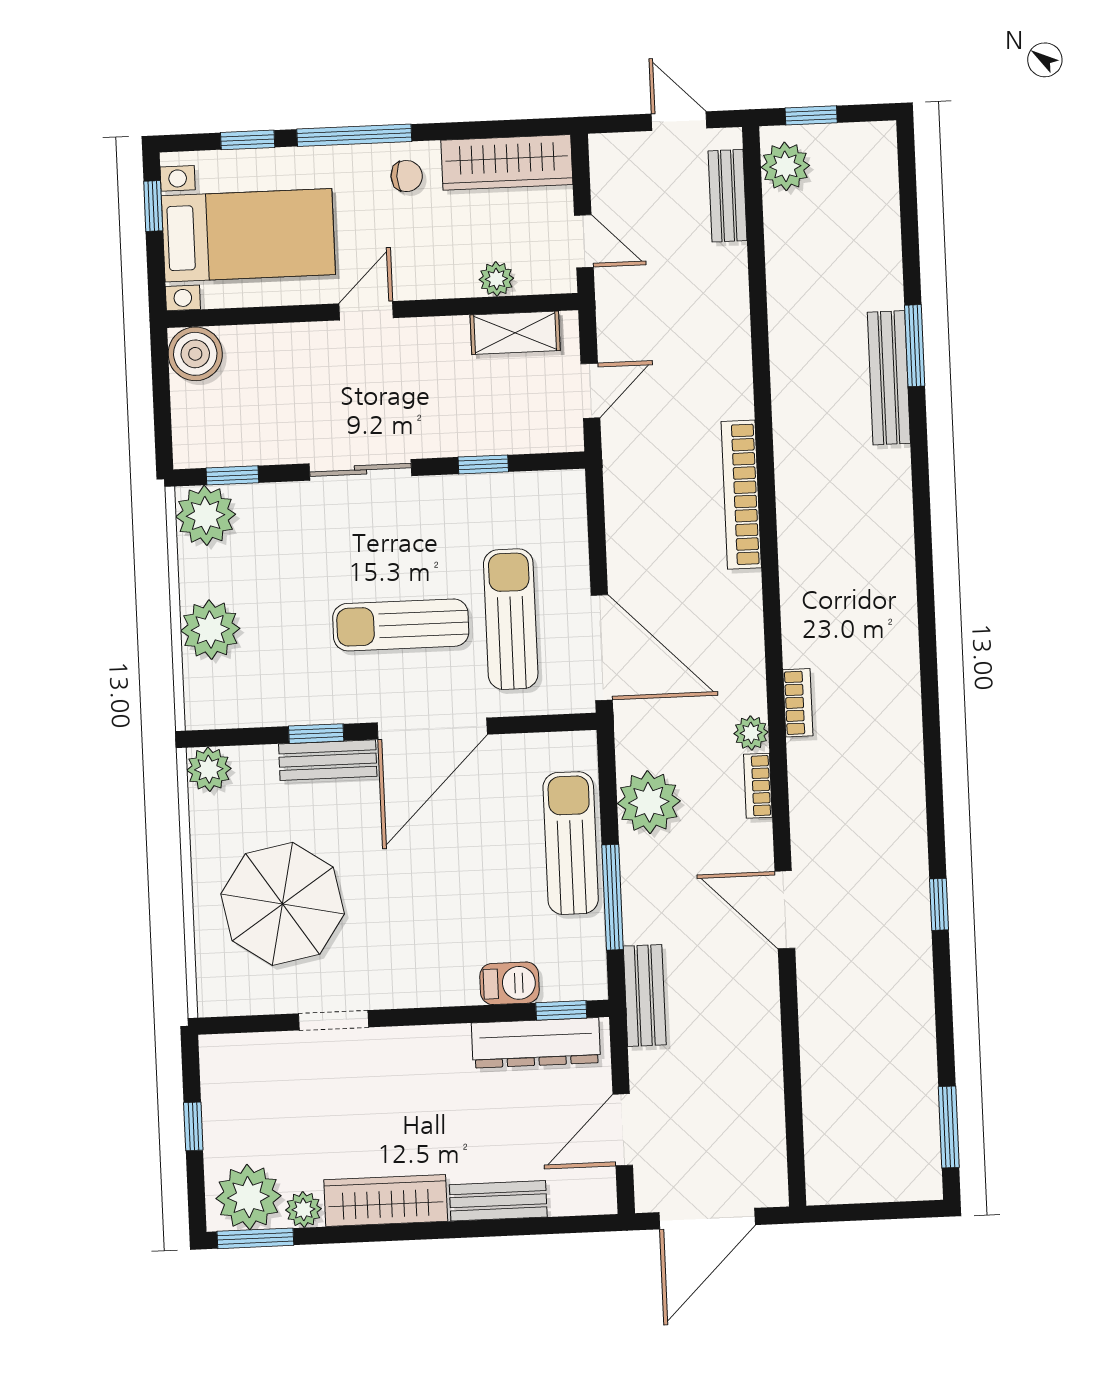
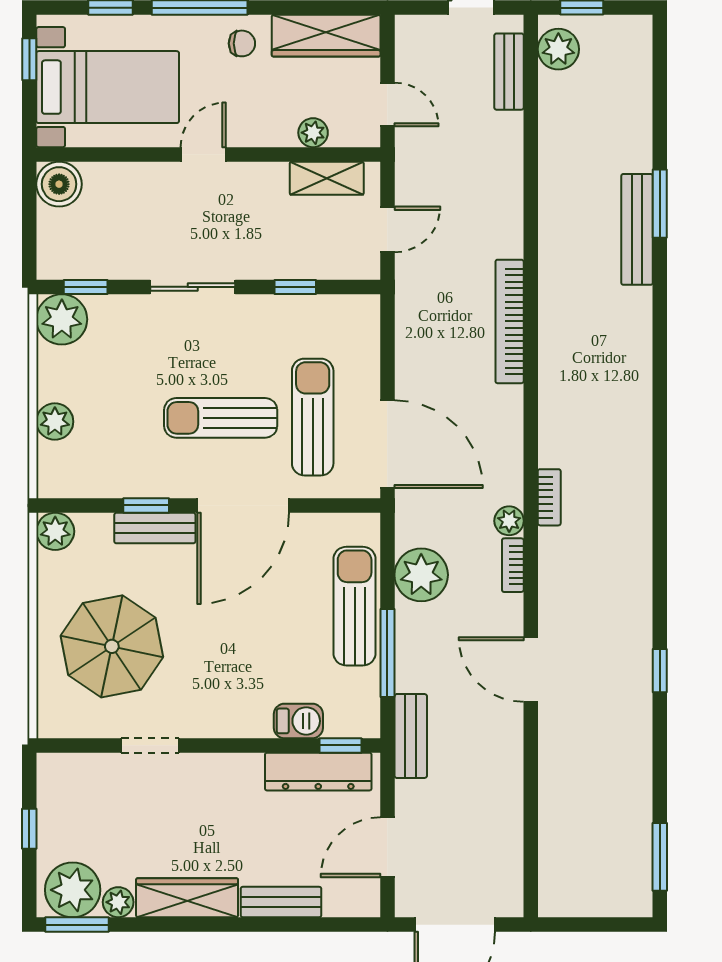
plant: (210, 630) -> (55, 422), width x0.73, depth x0.73

